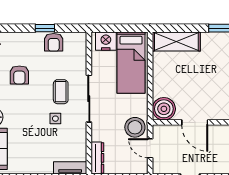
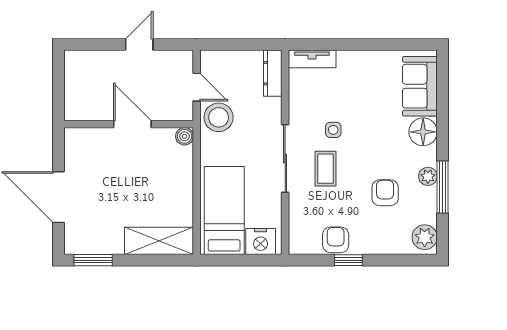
boiler: (164, 109) -> (185, 136), width x0.54, depth x0.54

